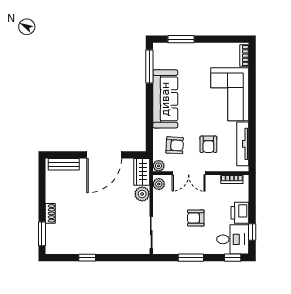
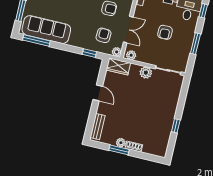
sofa: (165, 99) -> (46, 30), moved
window: (149, 133) -> (89, 53), added
door: (104, 155) -> (98, 93), width x0.53
plant: (142, 194) -> (146, 73), moved
plant: (51, 197) -> (121, 143), added
window: (42, 234) -> (119, 150), moved

